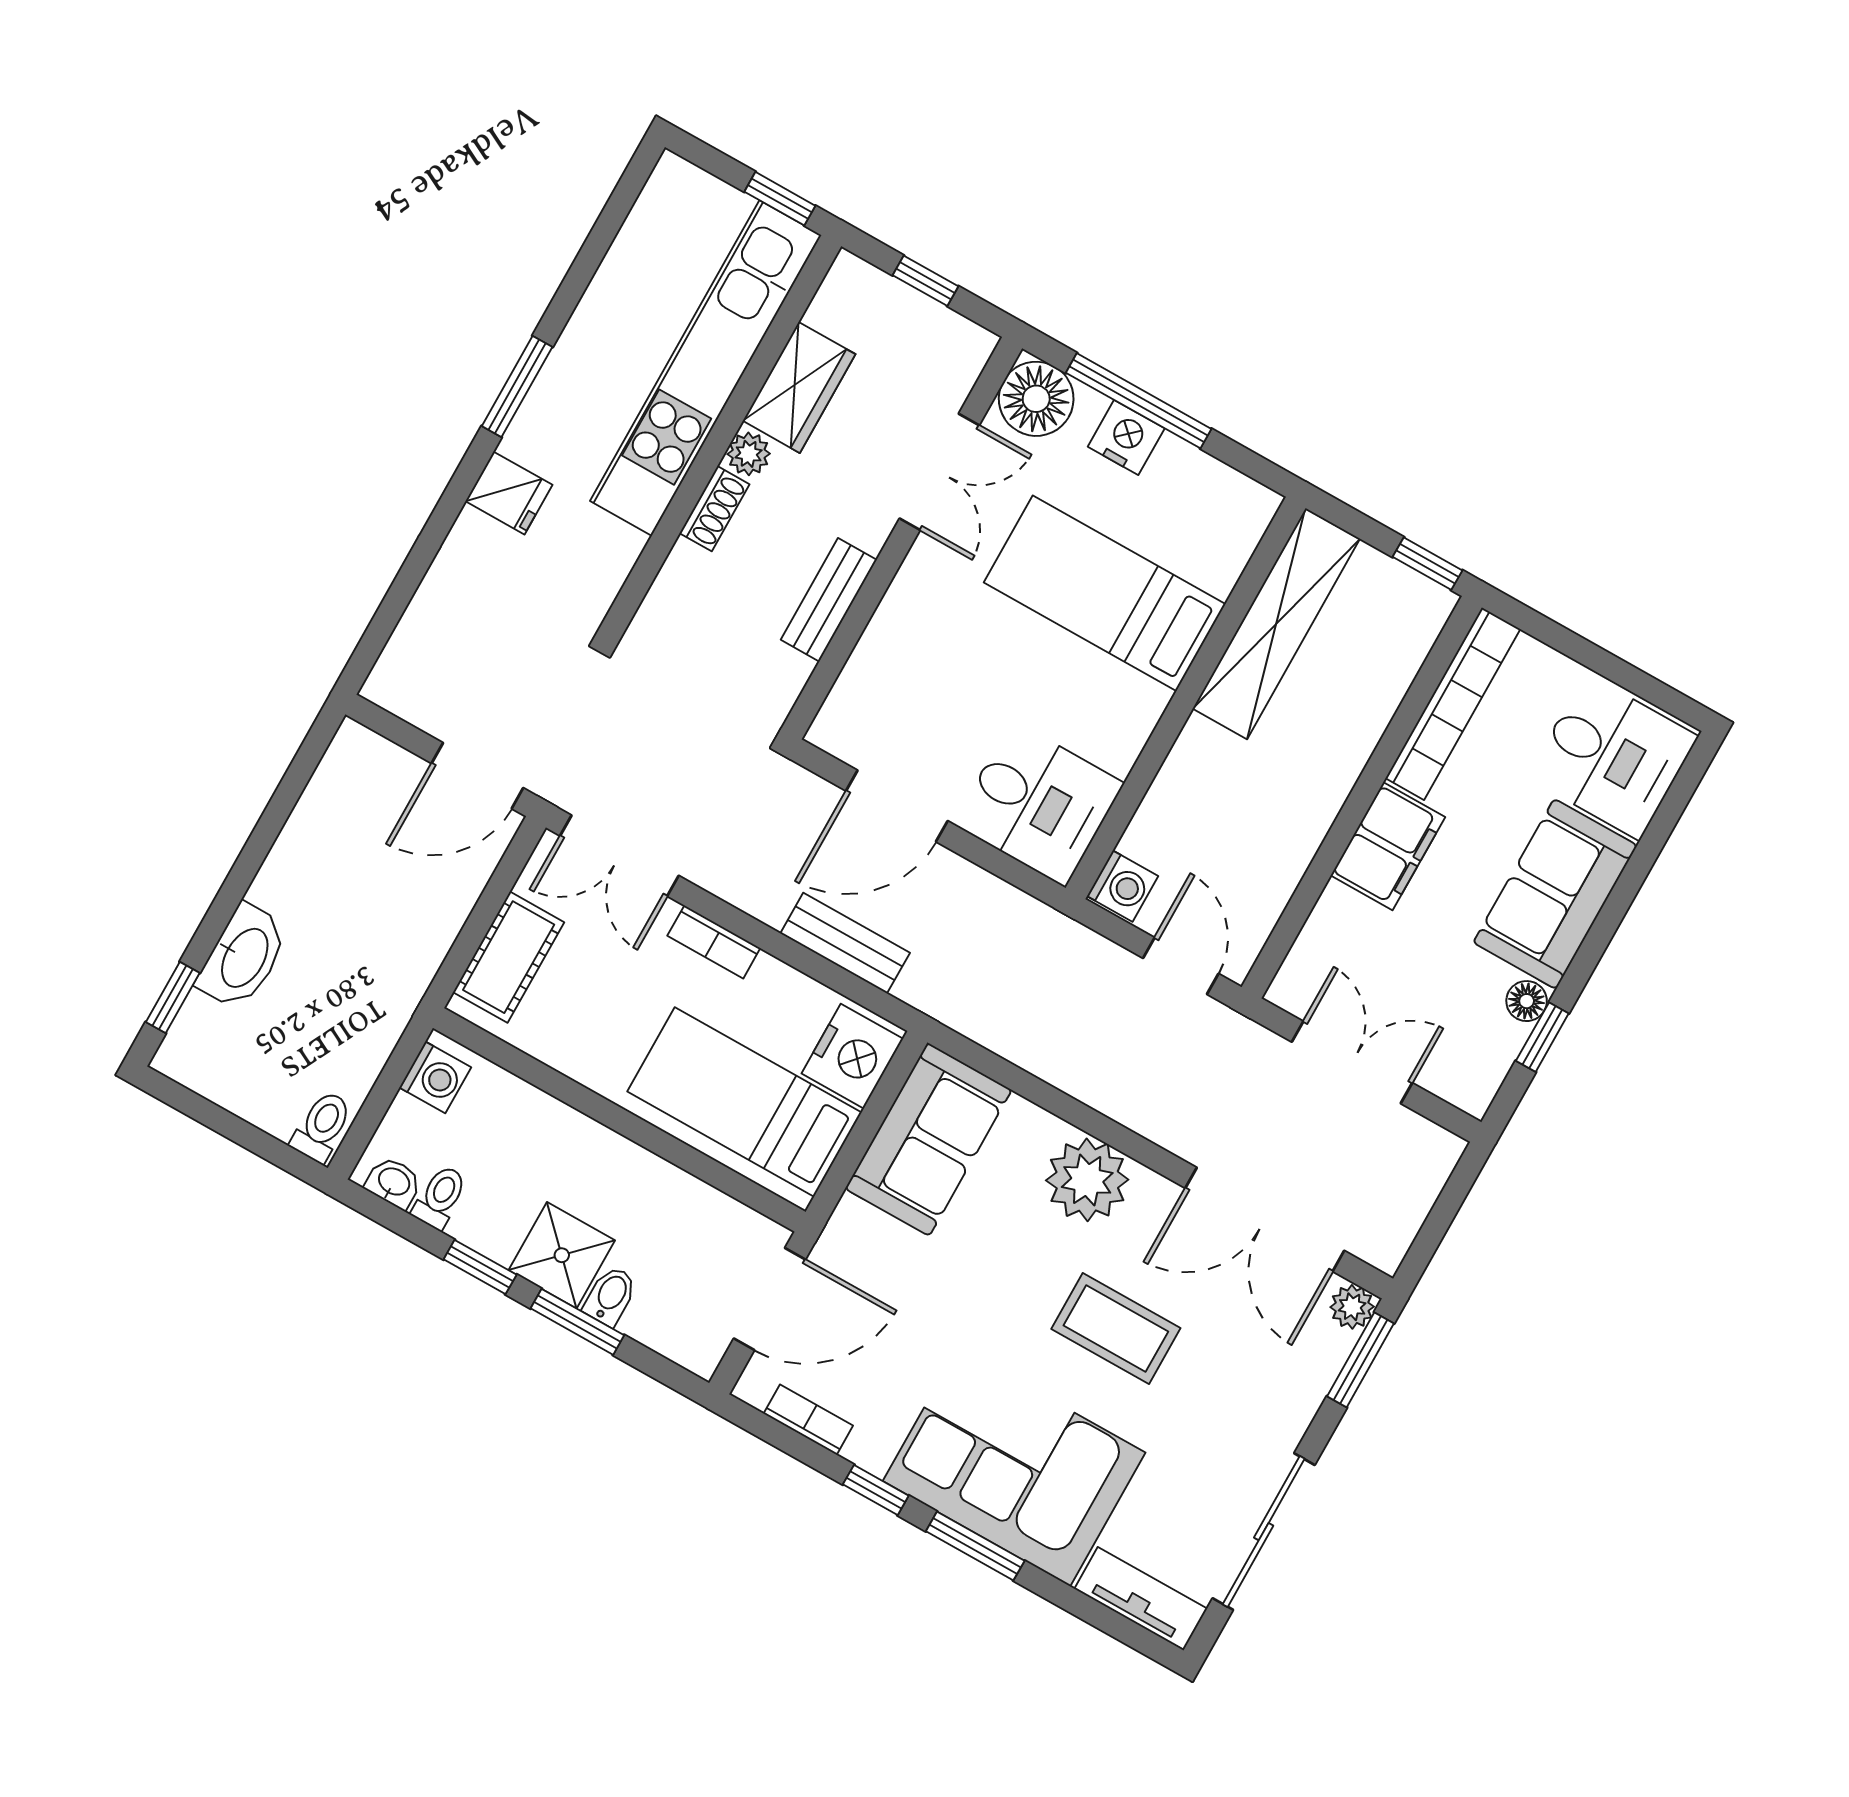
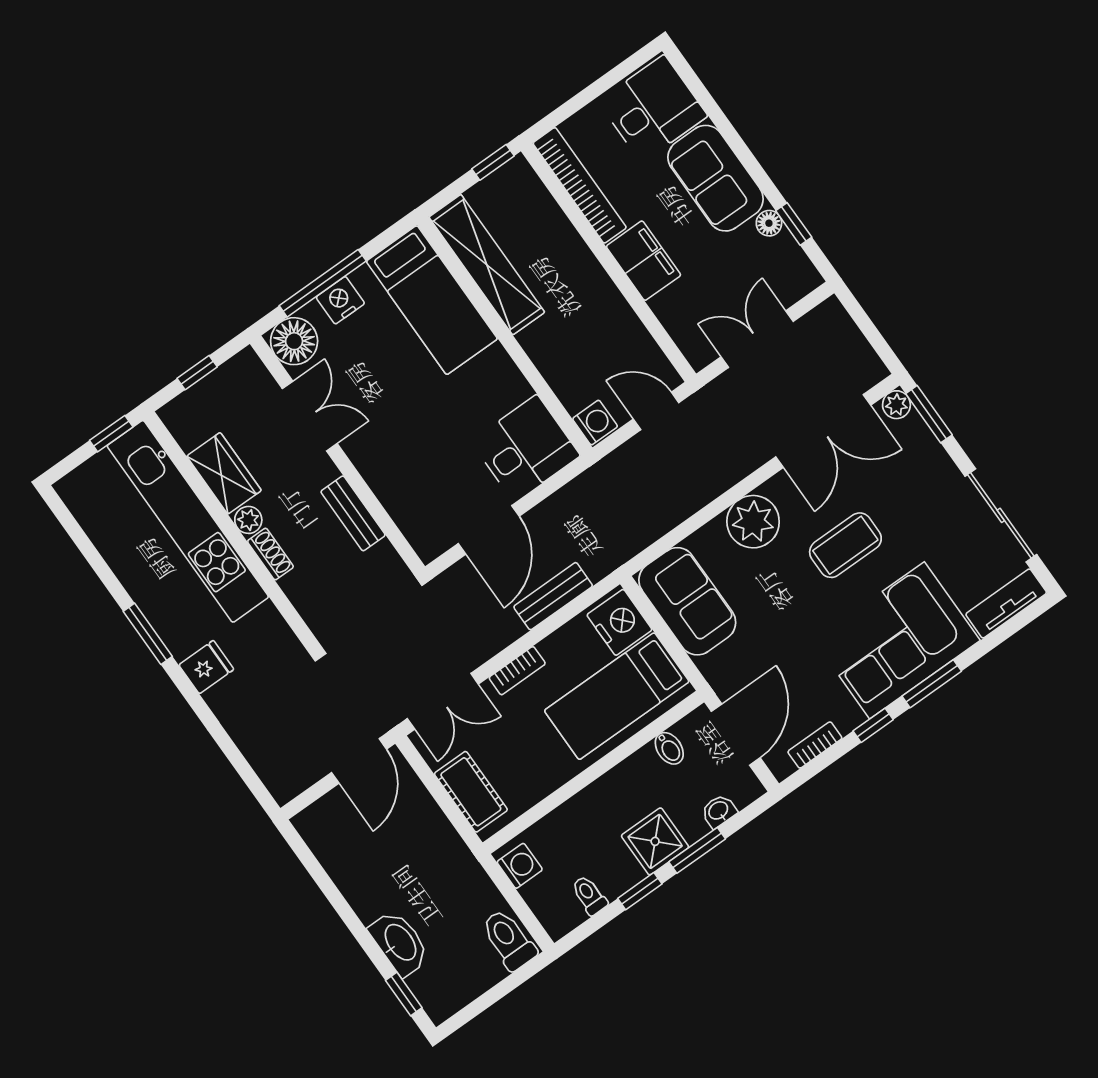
bed: (1105, 593) -> (432, 300), moved, turned -90
toilet: (322, 1126) -> (509, 940), width x1.37, depth x1.39
washbasin: (394, 1182) -> (719, 811), moved
bidet: (610, 1296) -> (669, 748), moved, turned 180

